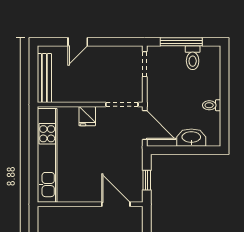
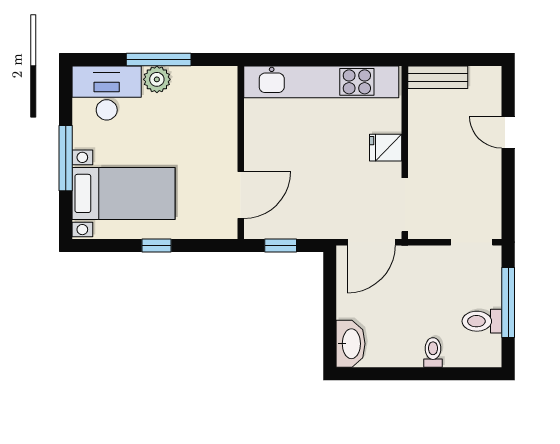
bench: (44, 78) -> (438, 77), width x0.73
toilet: (212, 105) -> (433, 352), moved
washbasin: (191, 138) -> (351, 344), moved

